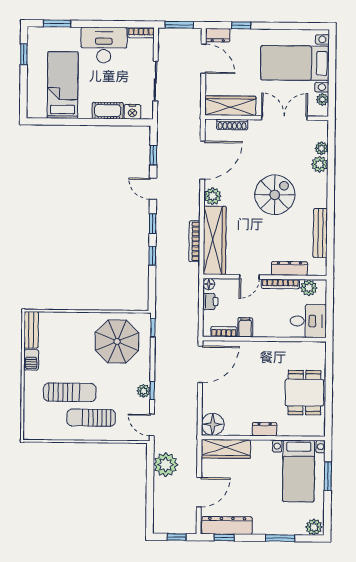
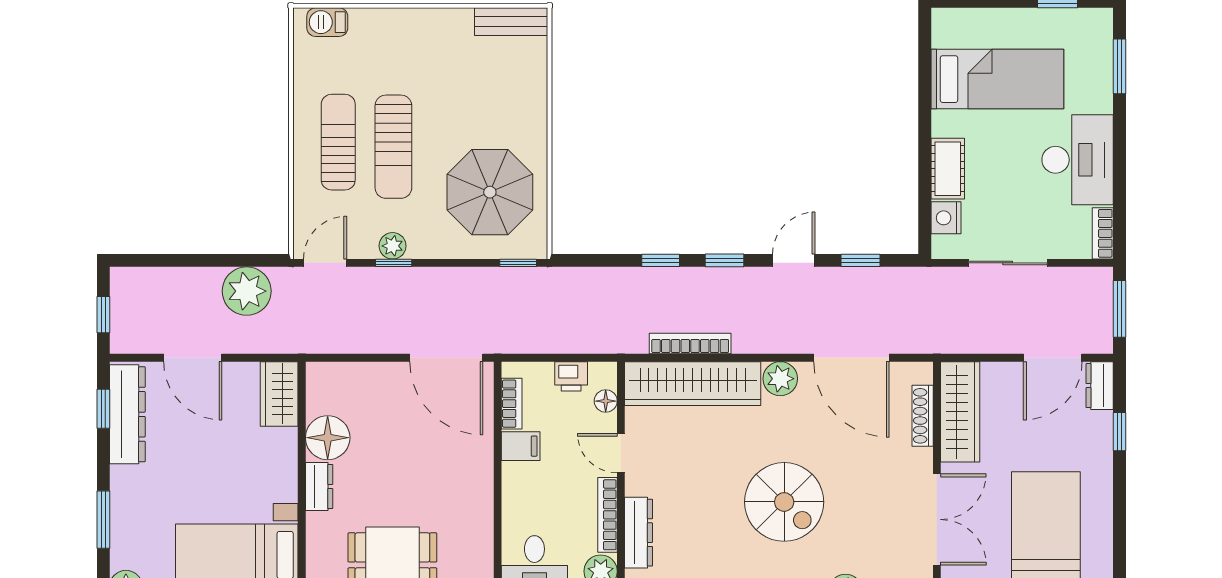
floor lamp: (209, 284) -> (606, 401), moved
barbecue: (31, 360) -> (327, 22), moved
sun lounger: (70, 392) -> (393, 147), moved
floor lamp: (213, 424) -> (328, 438), moved
wardrobe: (226, 449) -> (279, 394), width x0.67

